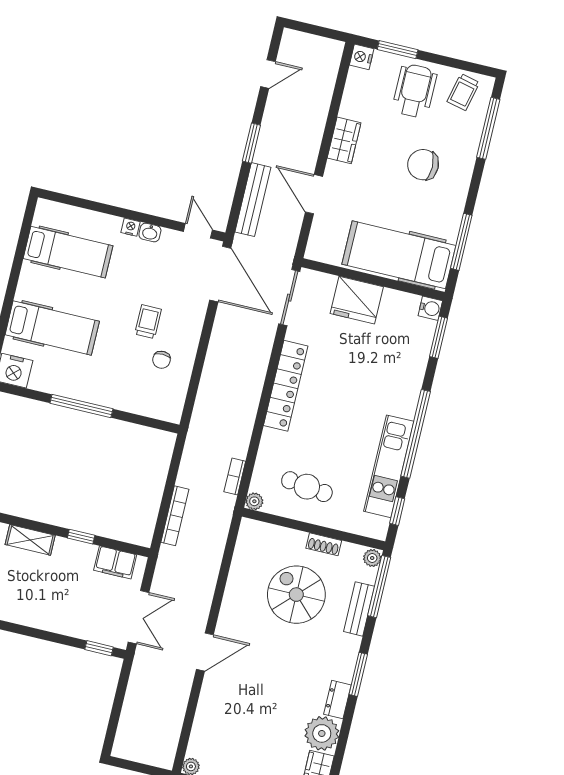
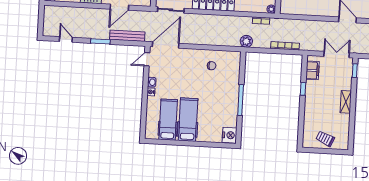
trolley: (148, 322) -> (195, 75), removed
hospital bed: (52, 328) -> (188, 120), moved
plant: (198, 439) -> (246, 41), added
shelving: (30, 540) -> (346, 102), moved

